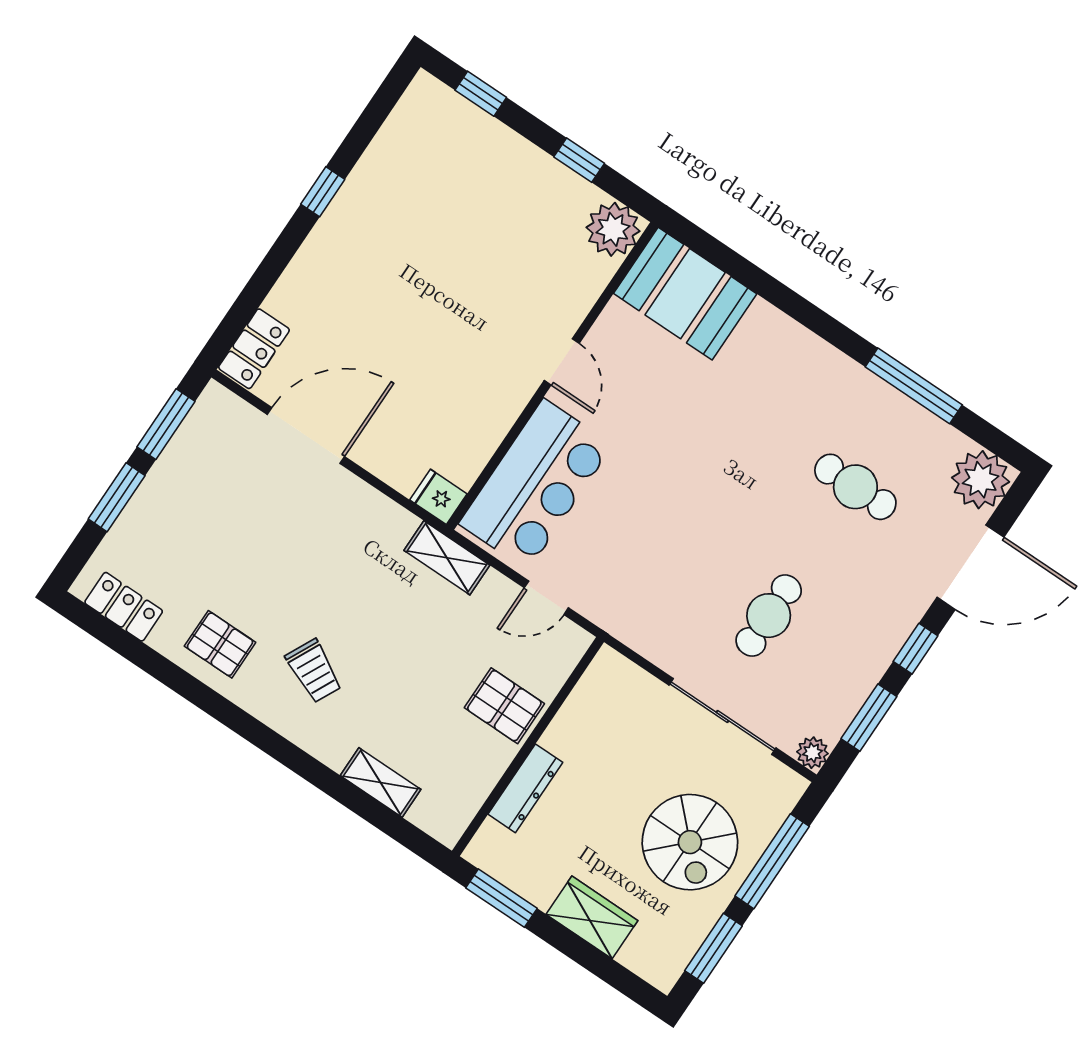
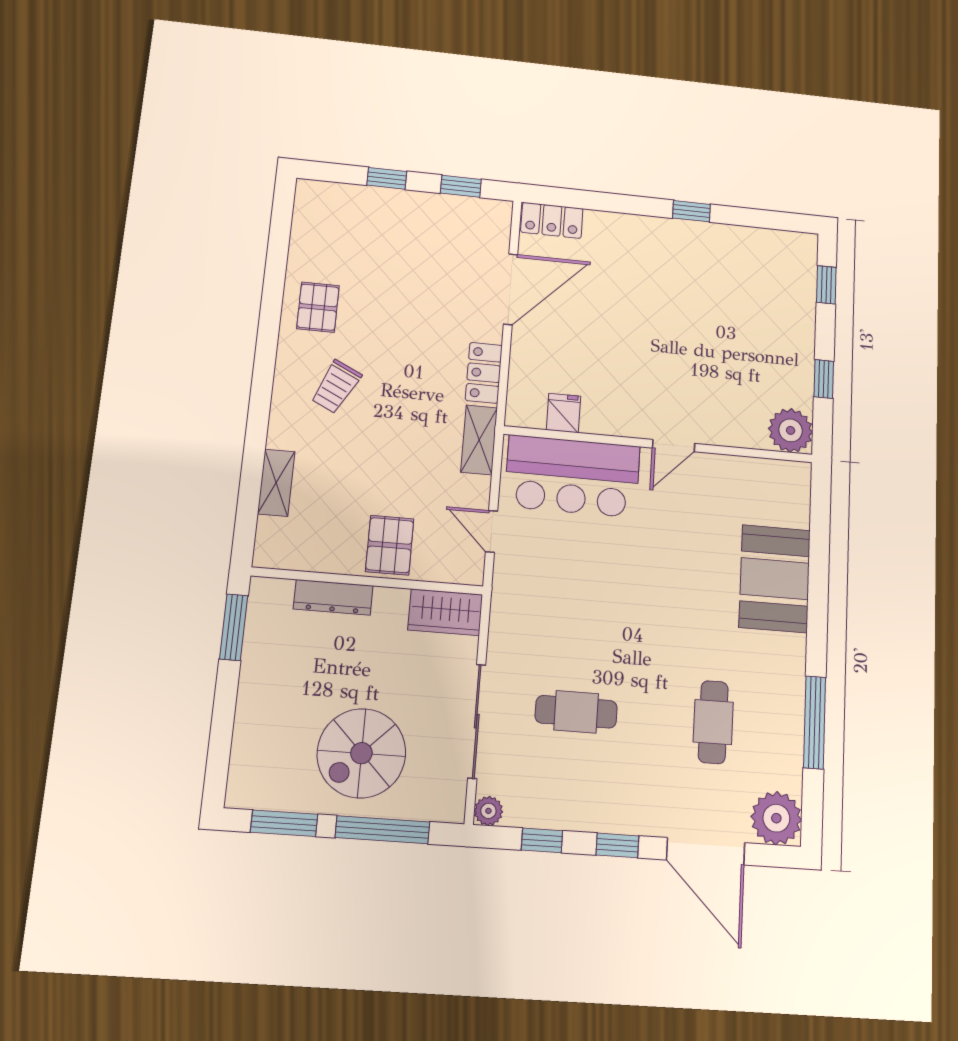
booth: (685, 294) -> (775, 579), moved
window: (166, 424) -> (461, 186), width x0.67
door: (306, 435) -> (511, 289), hinge flipped
window: (117, 497) -> (387, 178), width x0.67
fridge: (438, 497) -> (563, 413), moved
locker: (124, 607) -> (484, 373), moved, turned 180
window: (869, 718) -> (542, 840), width x0.67
wardrobe: (592, 917) -> (445, 612), moved, turned 90

